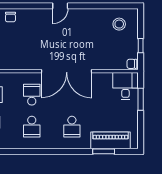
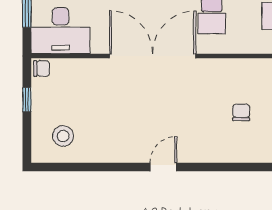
chair: (10, 17) -> (241, 112), moved
desk: (125, 86) -> (60, 31), width x1.37

